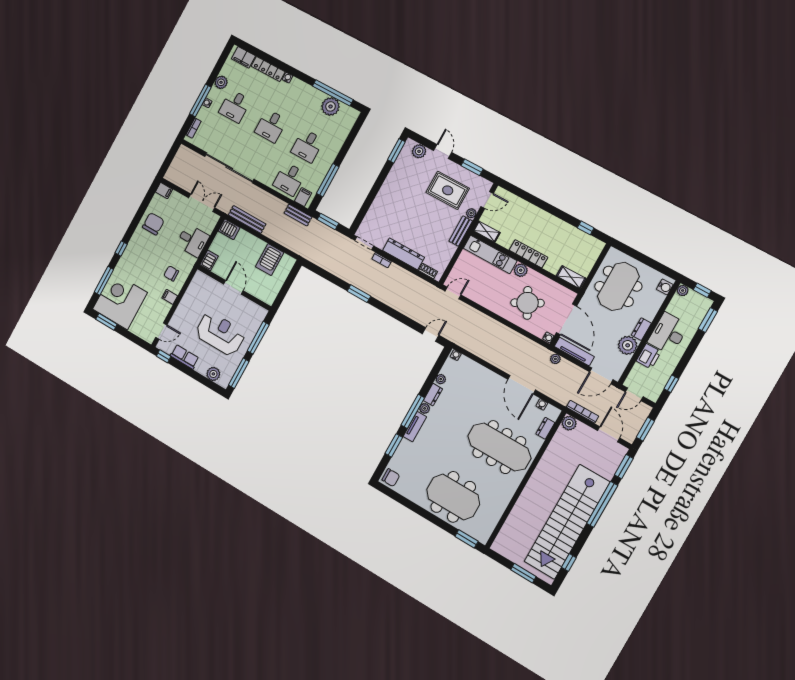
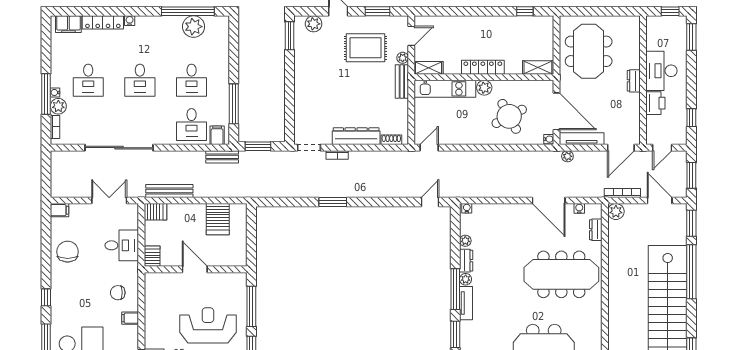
plant: (221, 82) -> (58, 106), moved
water cooler: (665, 287) -> (633, 28), removed
plant: (683, 291) -> (652, 22), removed
plant: (628, 345) -> (630, 104), removed

